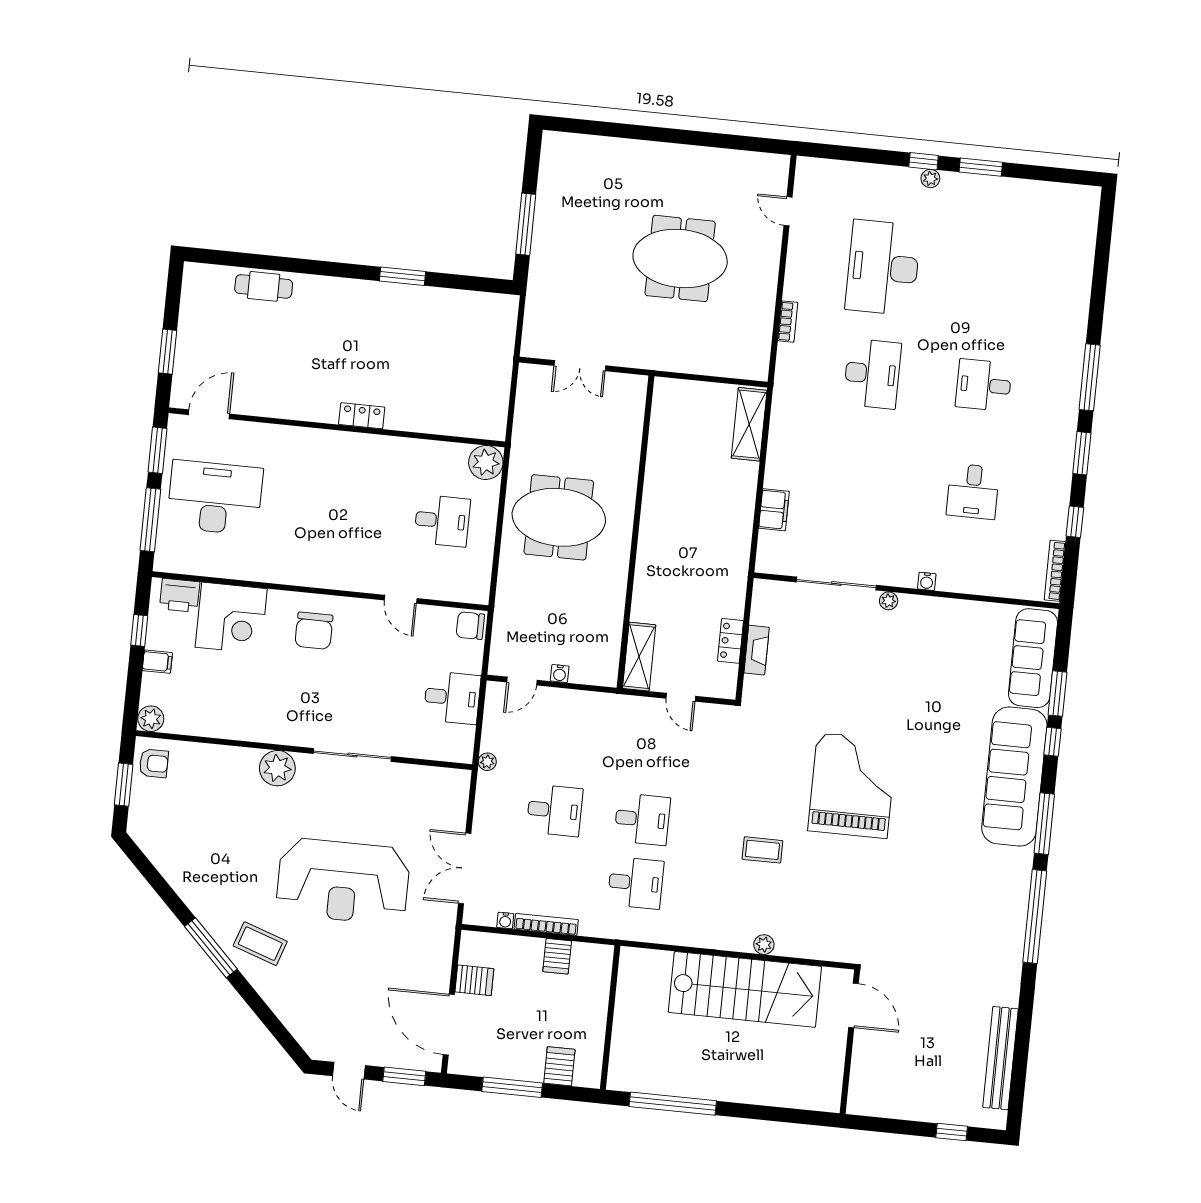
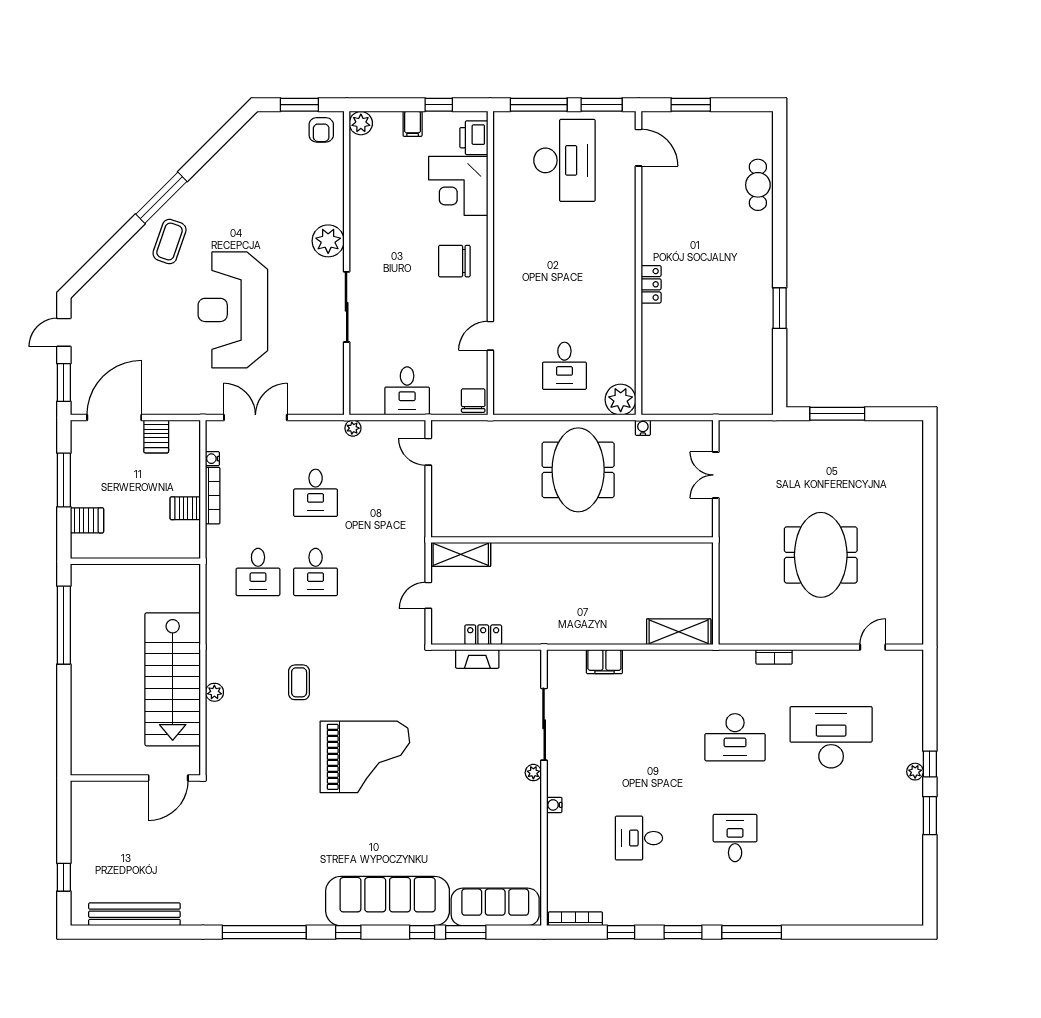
water cooler: (560, 674) -> (643, 428), moved, turned 90
window: (1044, 824) -> (348, 932), width x0.46

